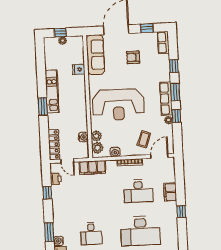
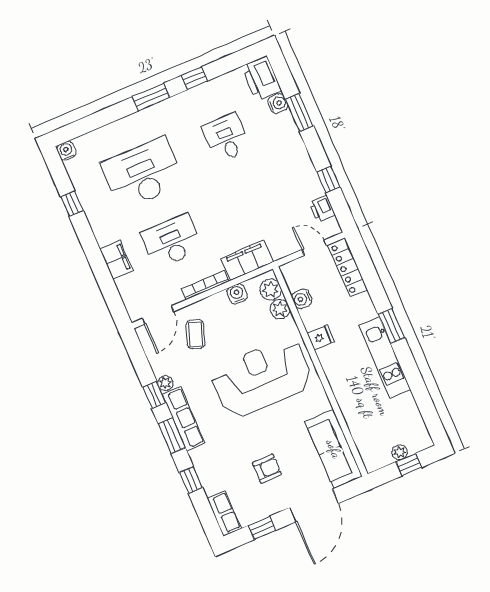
fridge: (79, 69) -> (321, 337), moved
filing cabinet: (92, 168) -> (247, 260), moved
window: (181, 212) -> (72, 204), moved

